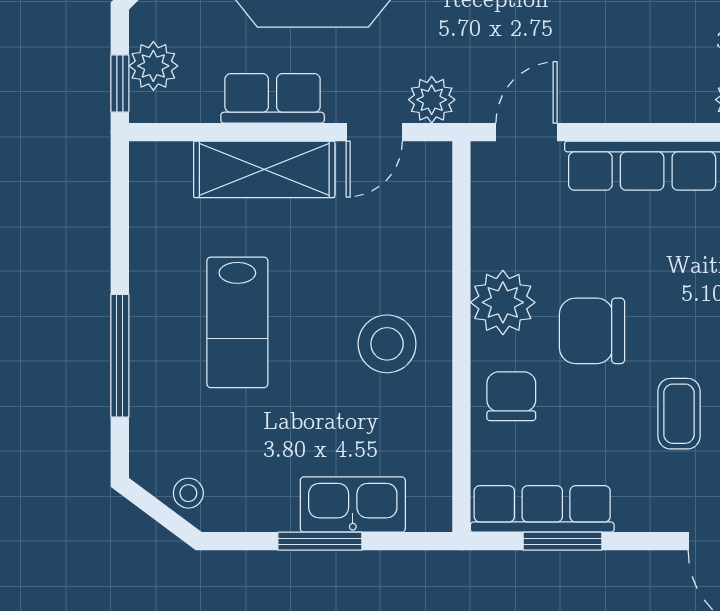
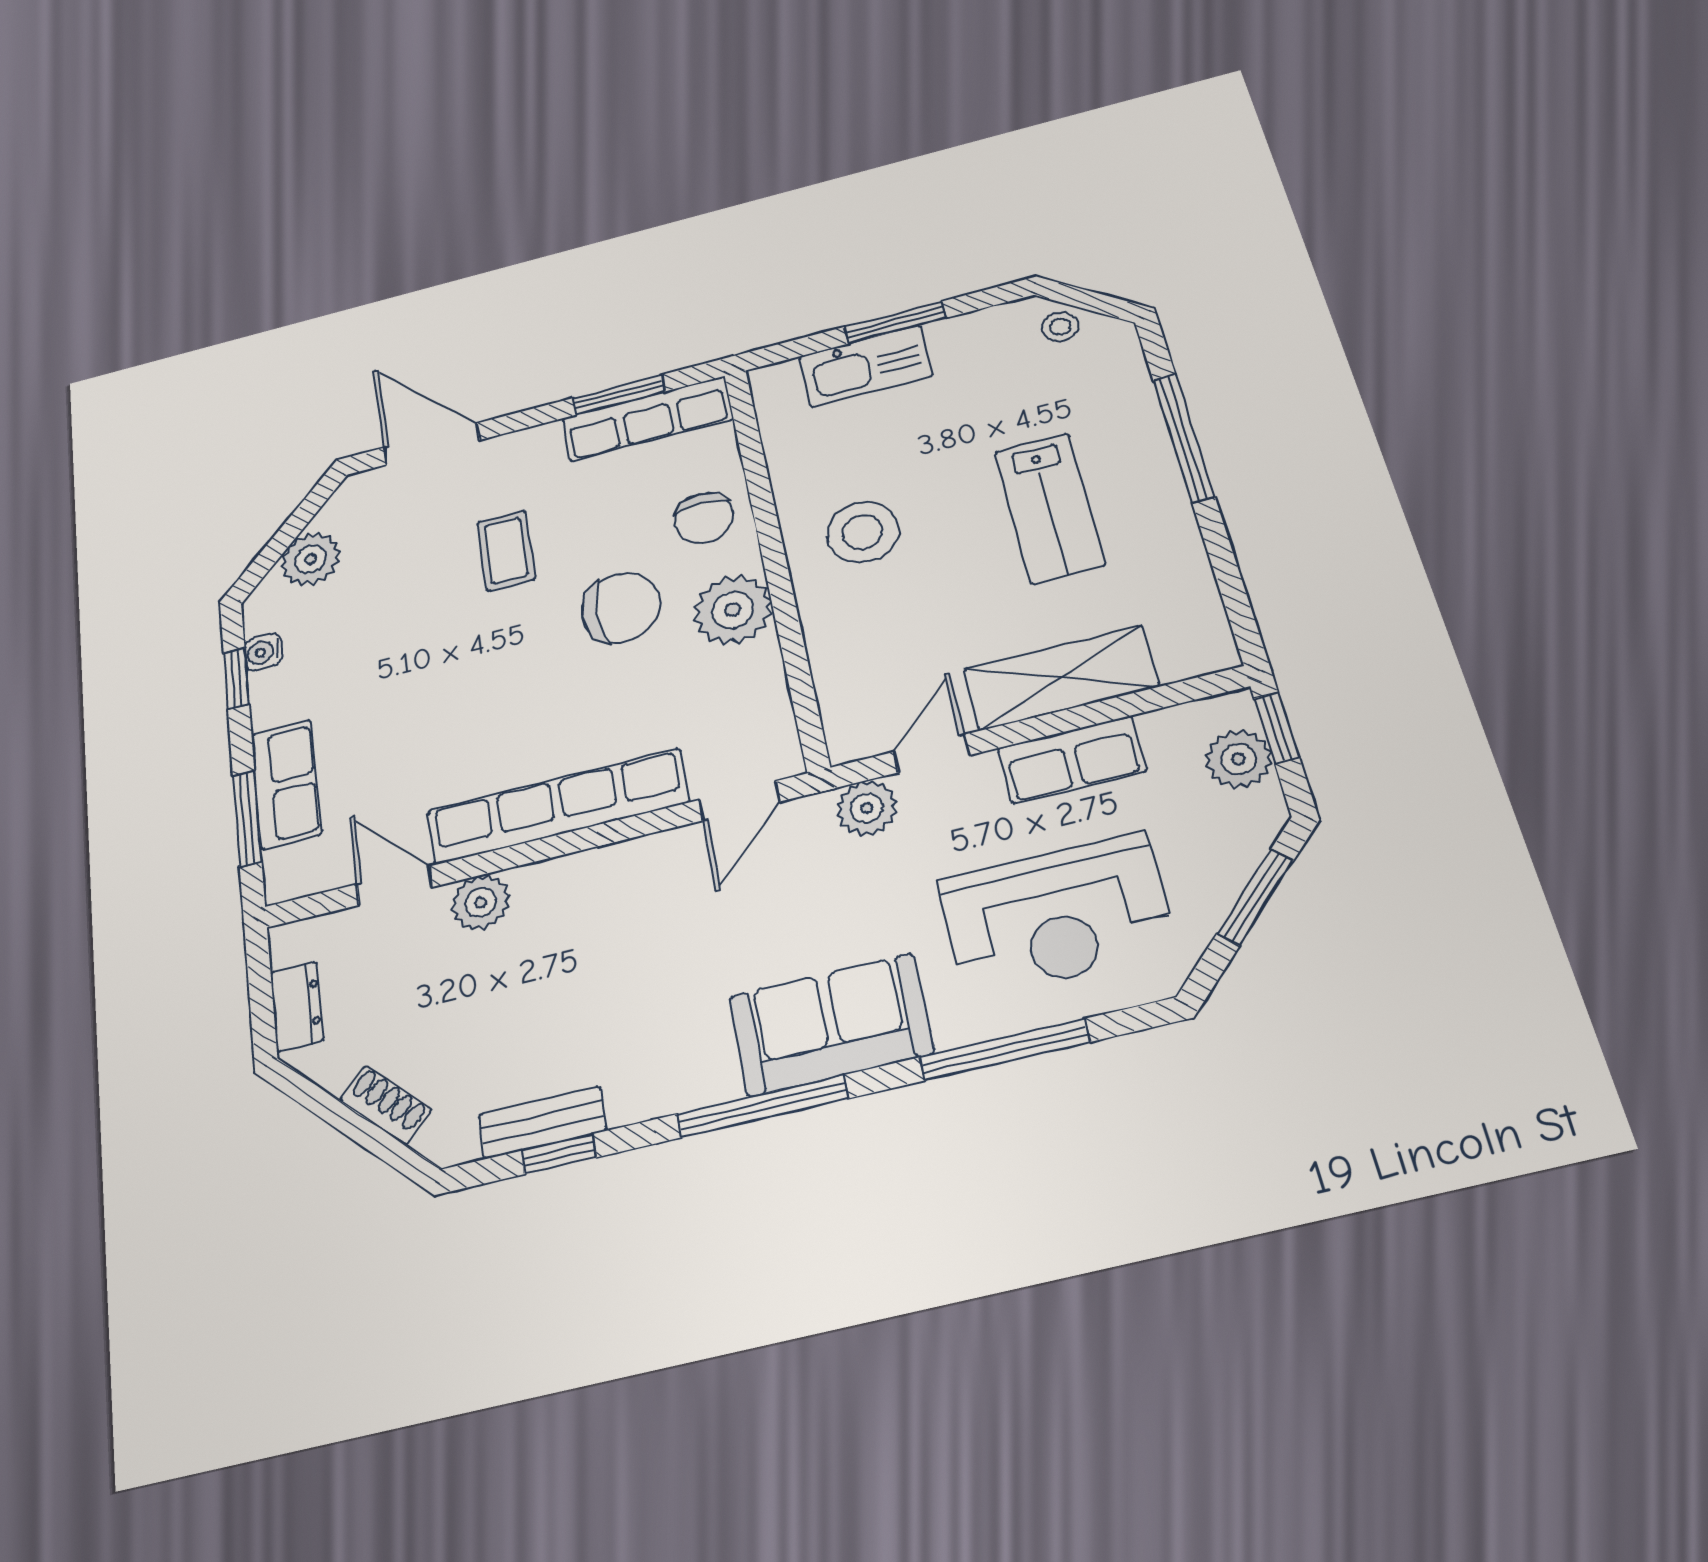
lab bench: (237, 322) -> (1050, 508), turned 180

